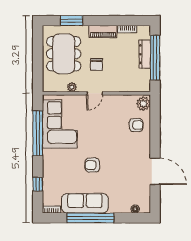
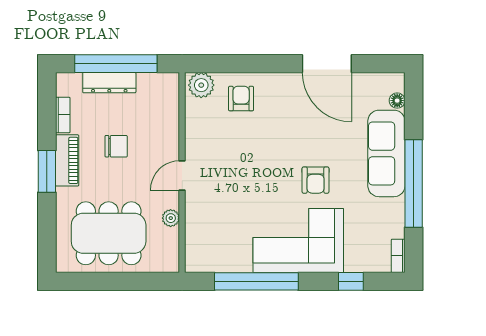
window: (72, 21) -> (47, 171), moved
chair: (96, 64) -> (116, 146), moved
door: (95, 93) -> (182, 175), swing flipped
corner sofa: (60, 124) -> (298, 240), moved
door: (155, 171) -> (327, 64), swing flipped
sofa: (85, 203) -> (386, 153), moved

